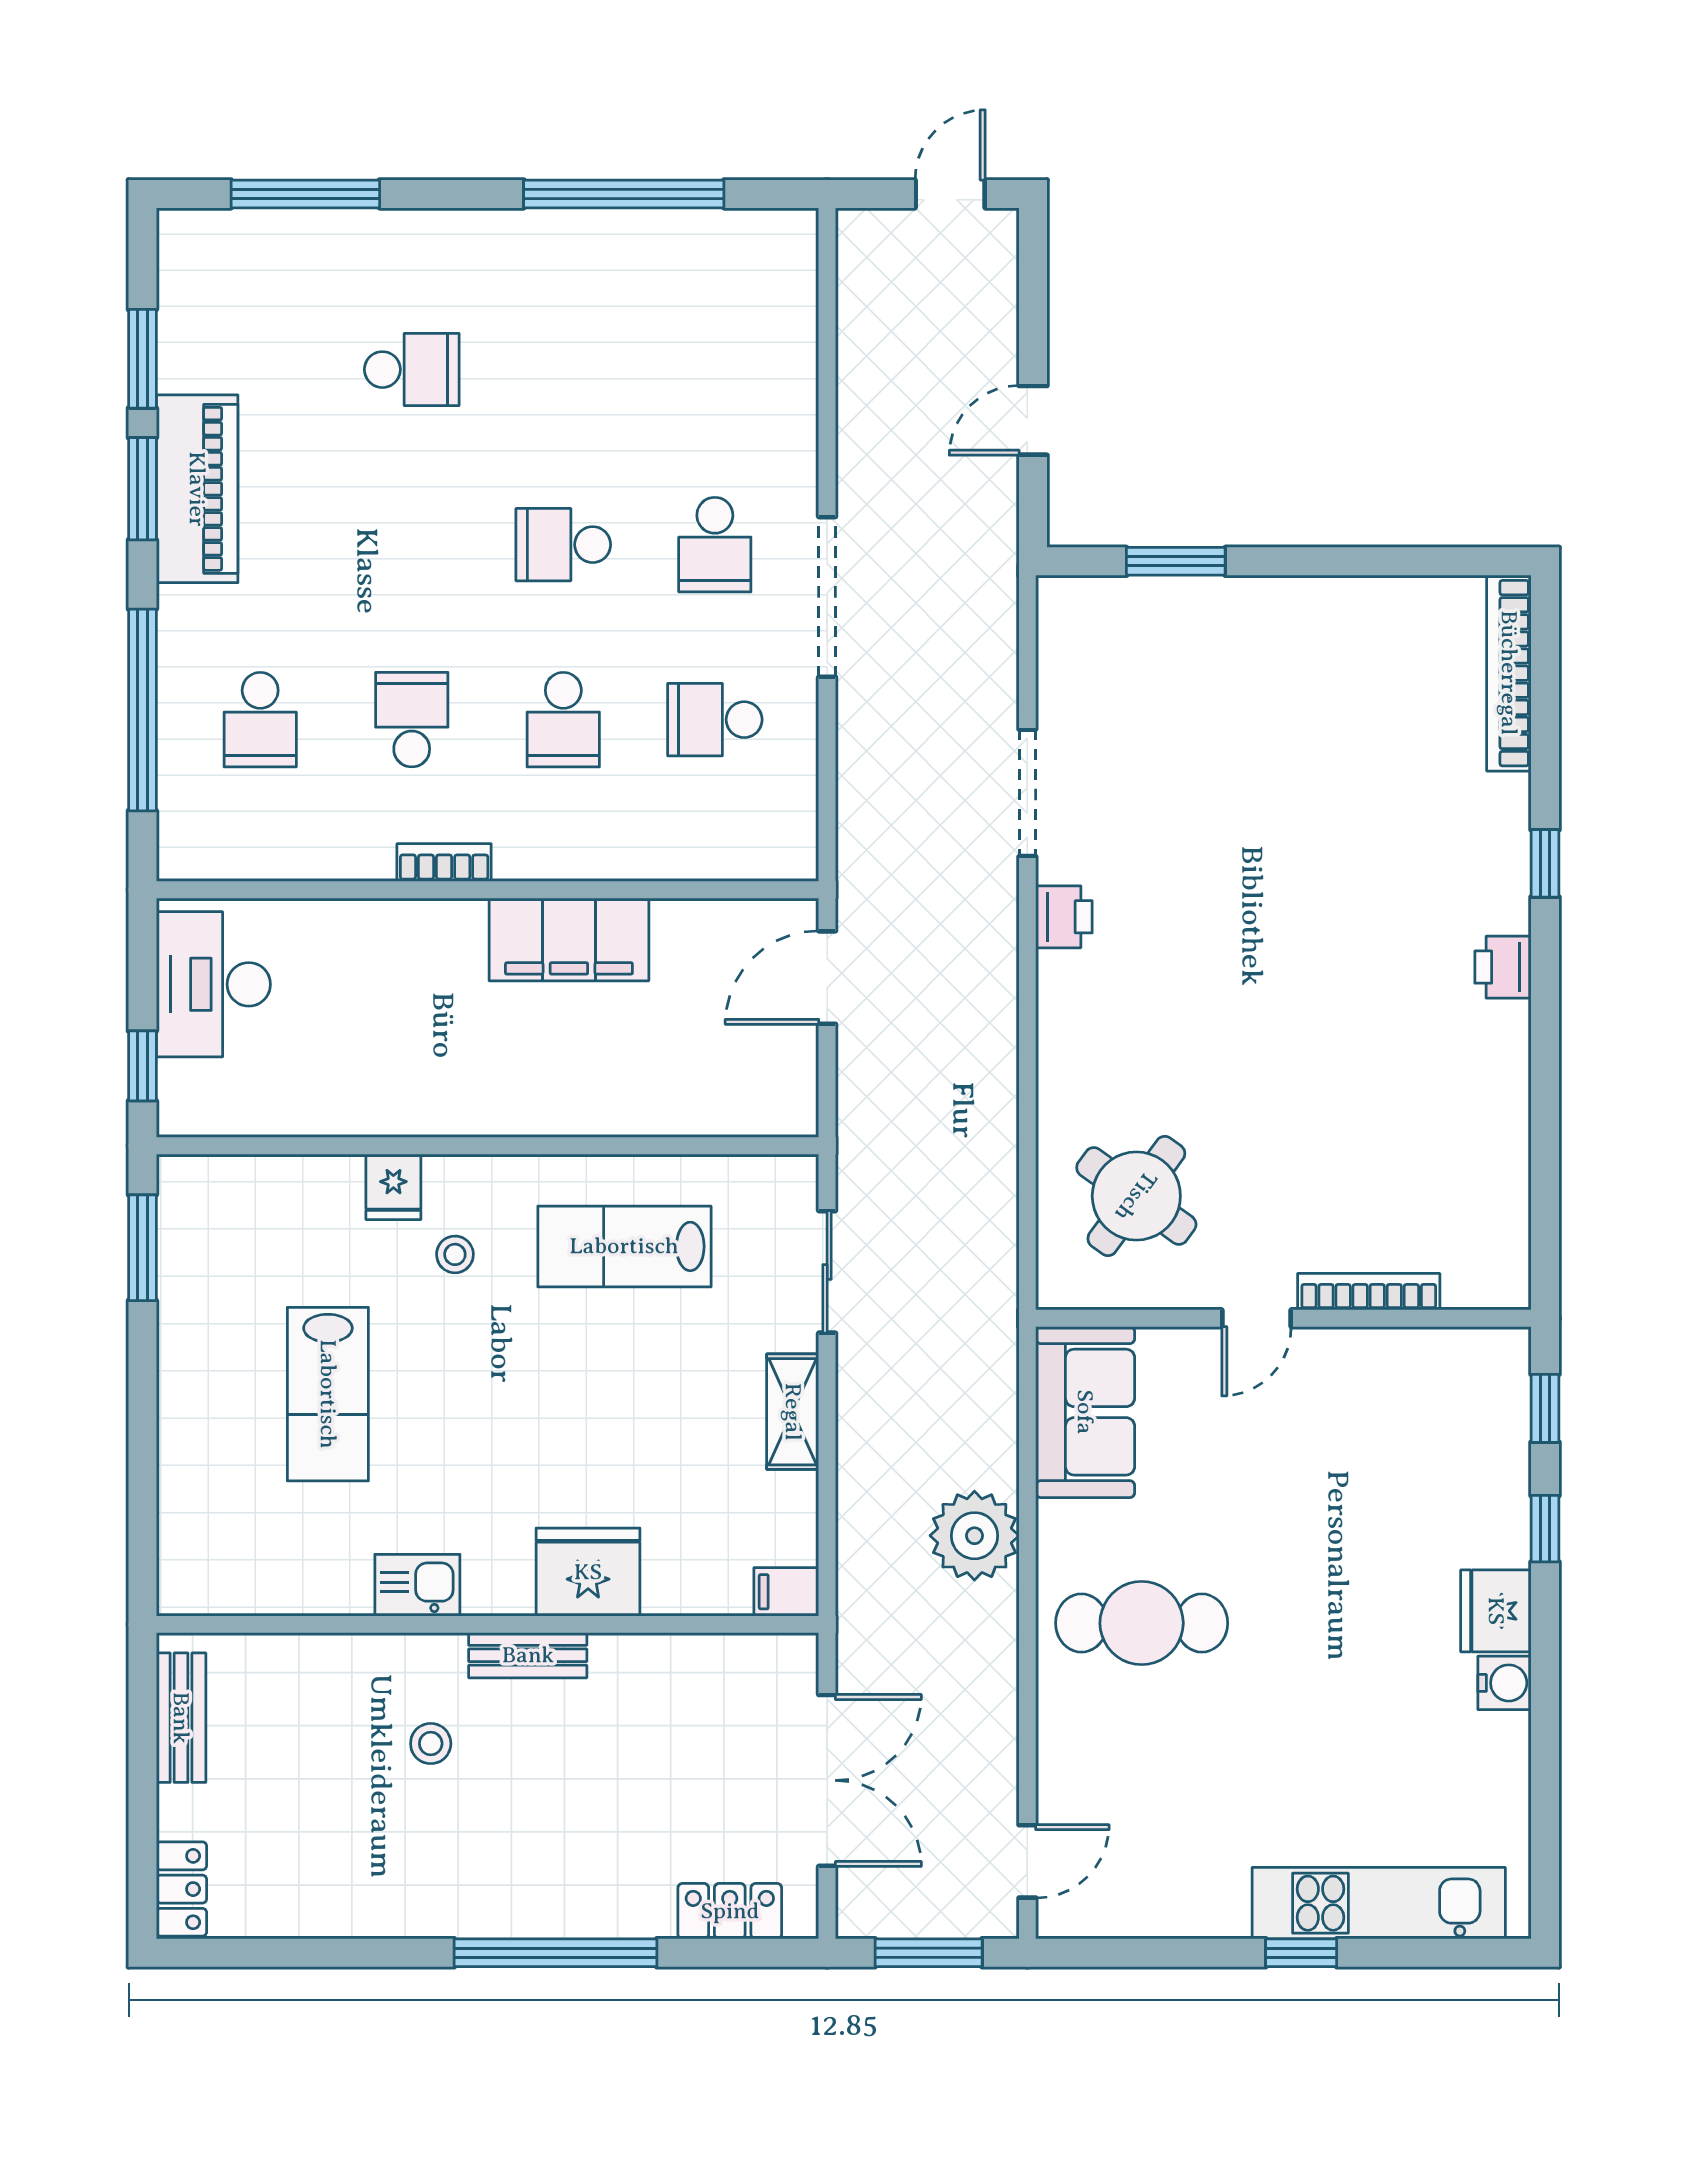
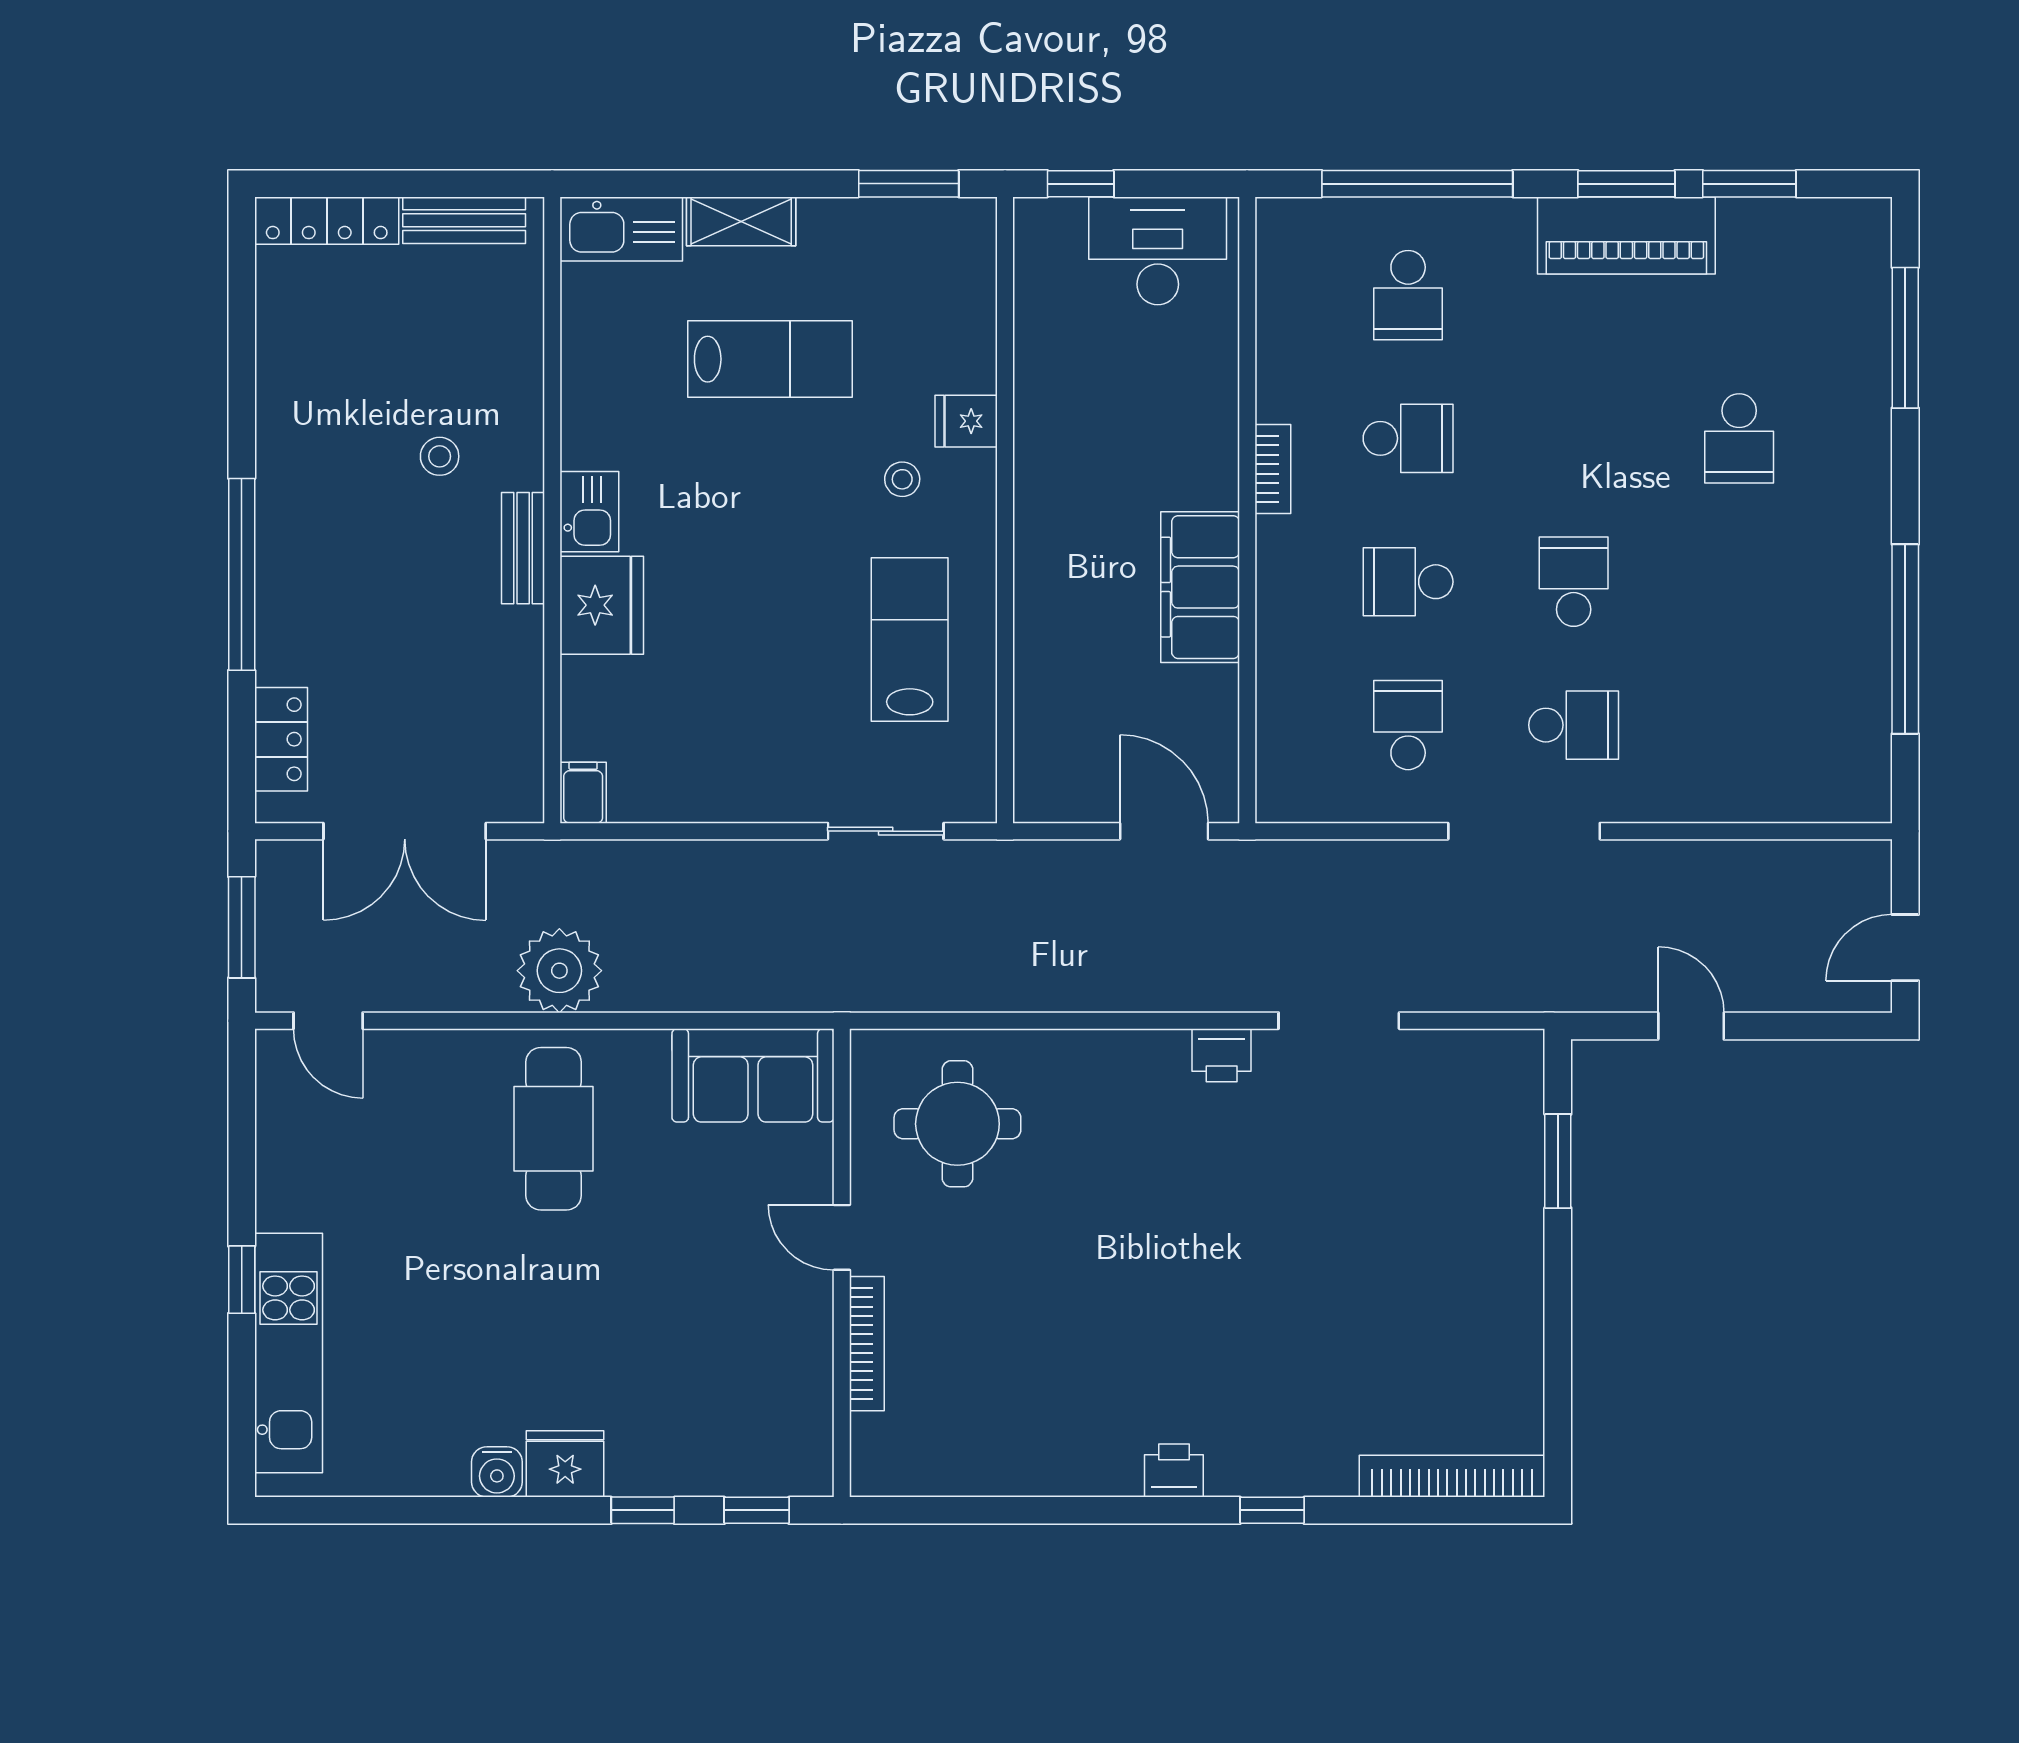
door: (950, 194) -> (1905, 948), swing flipped
school desk: (715, 545) -> (1574, 725), turned 180
school desk: (260, 720) -> (1408, 295), turned -90
round table: (1136, 1196) -> (957, 1124), turned -36
lab bench: (328, 1394) -> (770, 359), turned 180
shelving: (793, 1412) -> (741, 221), moved
plant: (974, 1536) -> (559, 971), moved
kitchen sink: (190, 1551) -> (621, 229), added
kitchen sink: (417, 1585) -> (589, 512), moved
locker: (181, 1889) -> (327, 221), width x1.53

